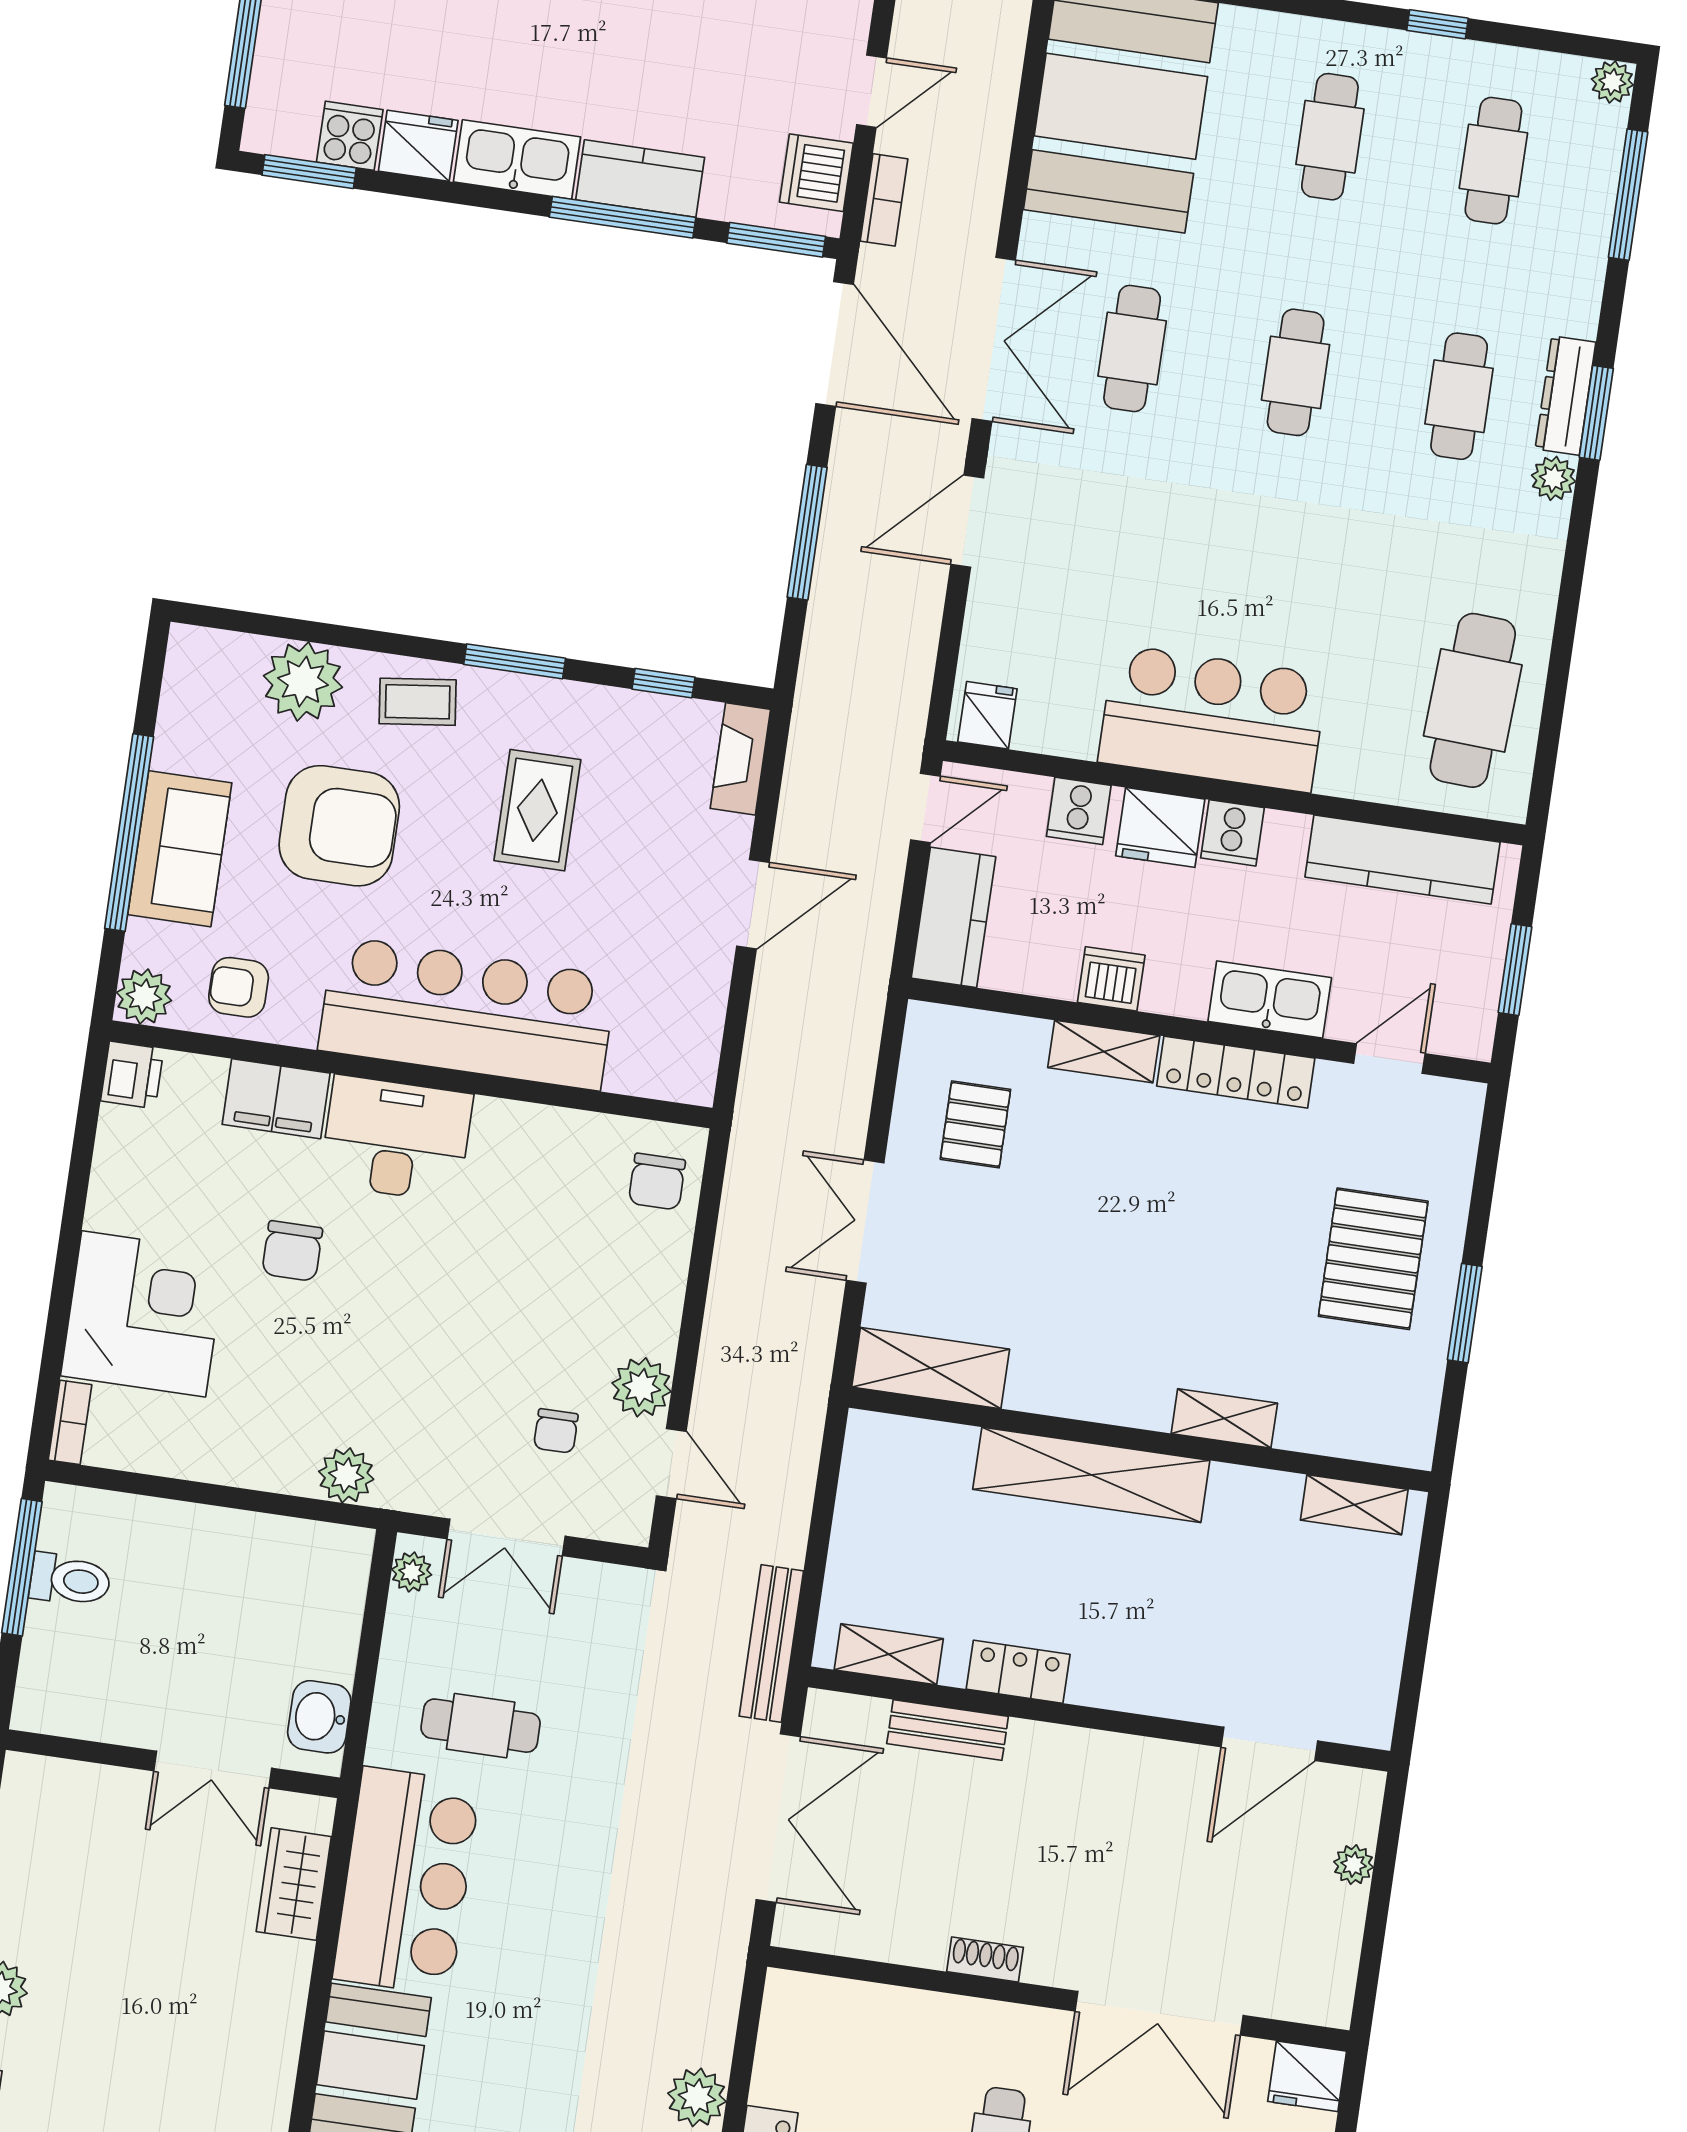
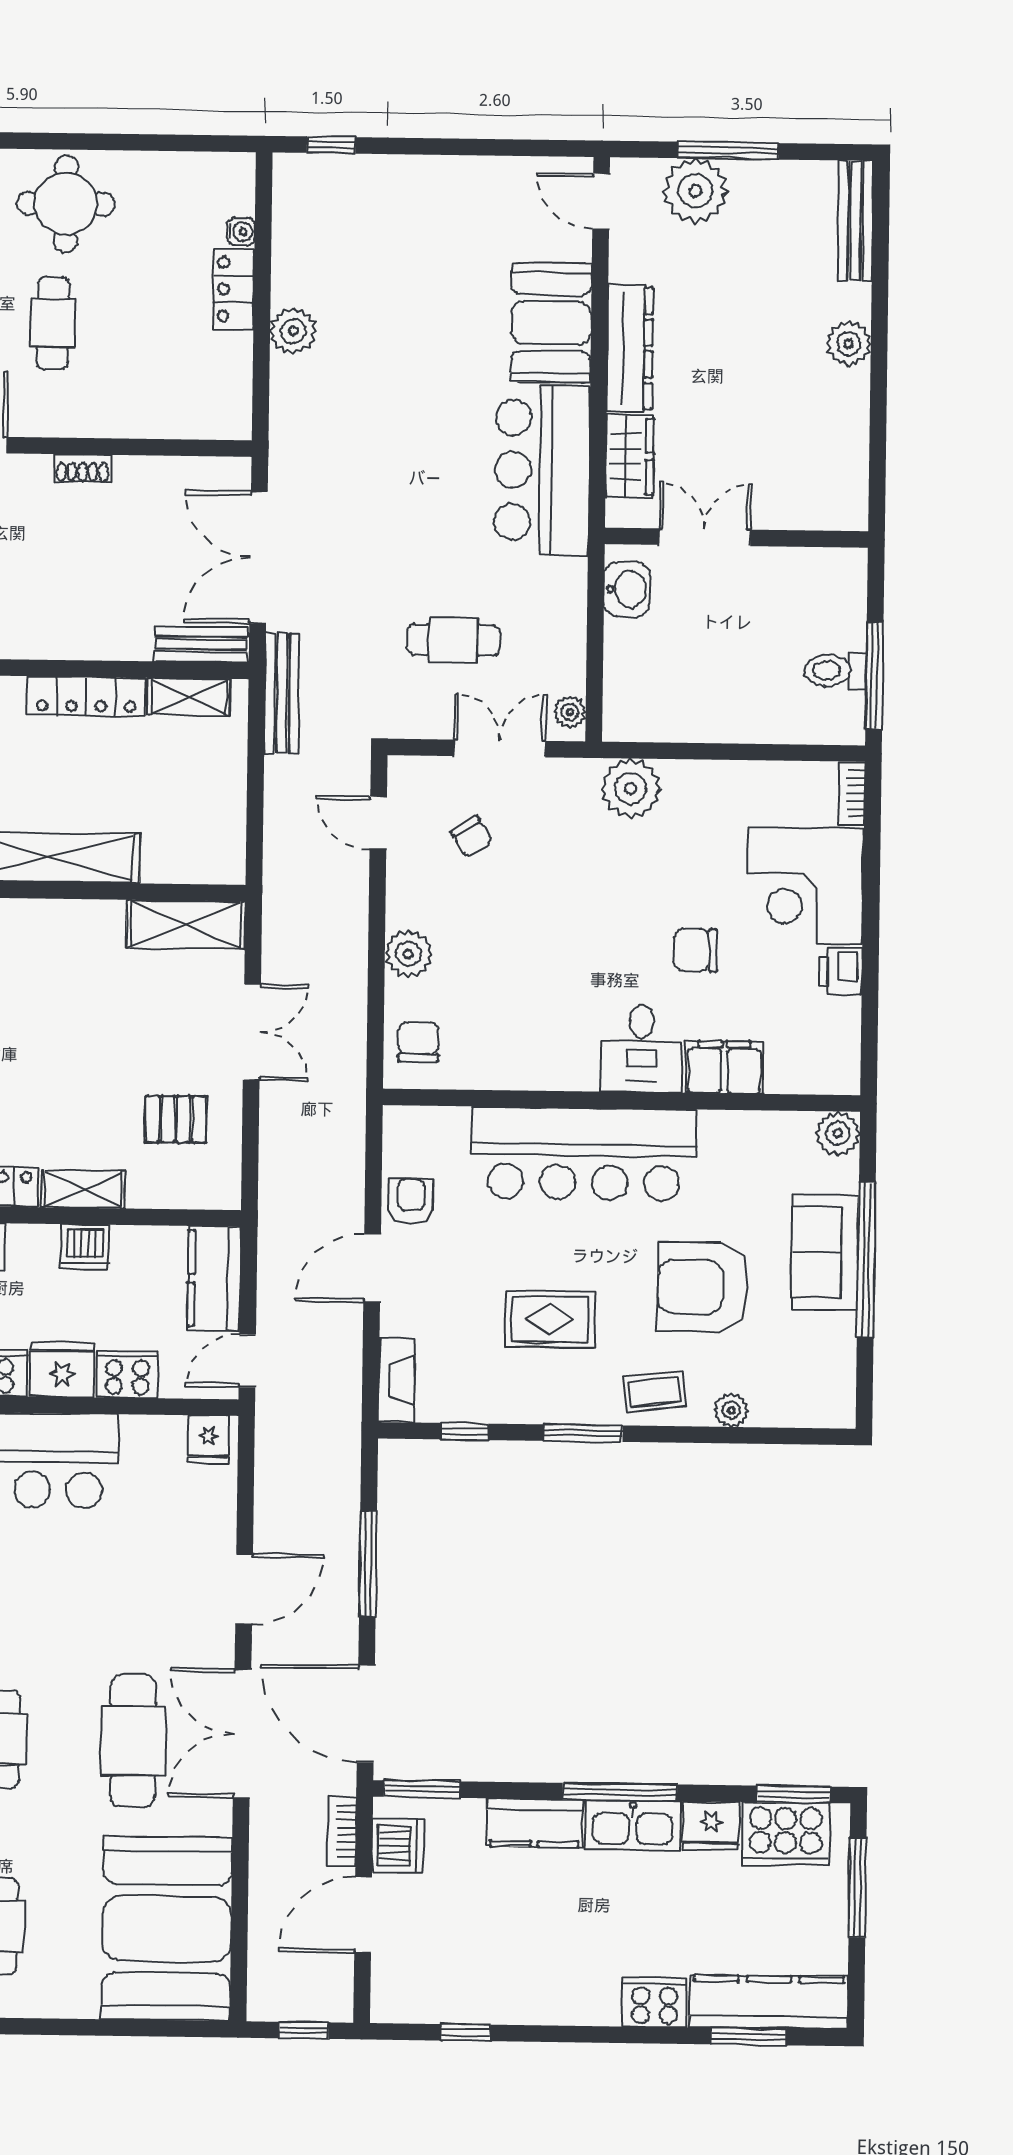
door: (871, 91) -> (363, 1915), width x1.38
cooker: (350, 136) -> (786, 1834), width x1.87, depth x1.31
window: (623, 217) -> (620, 1792), moved
cafe table: (1132, 348) -> (133, 1741), width x1.37, depth x1.35
plant: (303, 682) -> (731, 1410), width x0.53, depth x0.53
rug: (537, 810) -> (550, 1319), turned 90
cooker: (1079, 811) -> (127, 1374), width x1.36
armchair: (239, 987) -> (411, 1201), moved, turned -90
printer: (132, 1075) -> (840, 971), moved
pallet: (975, 1124) -> (176, 1119), turned 90
desk: (396, 1139) -> (641, 1049), width x0.73
chair: (292, 1251) -> (696, 950), turned -90
plant: (642, 1387) -> (408, 954), moved
chair: (556, 1431) -> (472, 837), turned 148
plant: (346, 1475) -> (631, 788), width x1.36, depth x1.36
locker: (1018, 1672) -> (86, 696), width x1.53
cafe table: (481, 1726) -> (453, 640), moved
bench: (948, 1730) -> (201, 644), moved
dresser: (276, 2020) -> (630, 348), added

